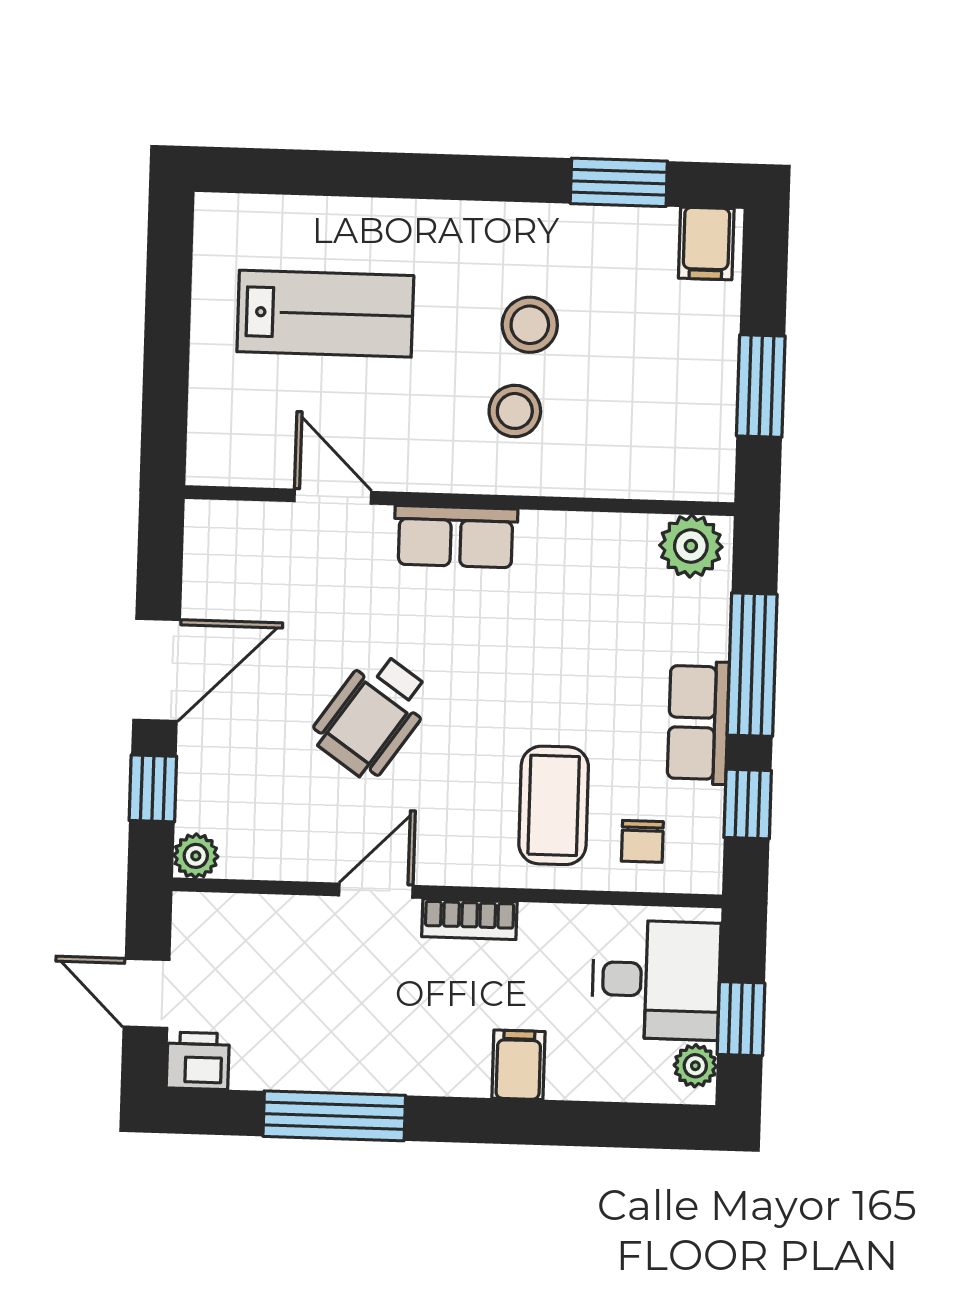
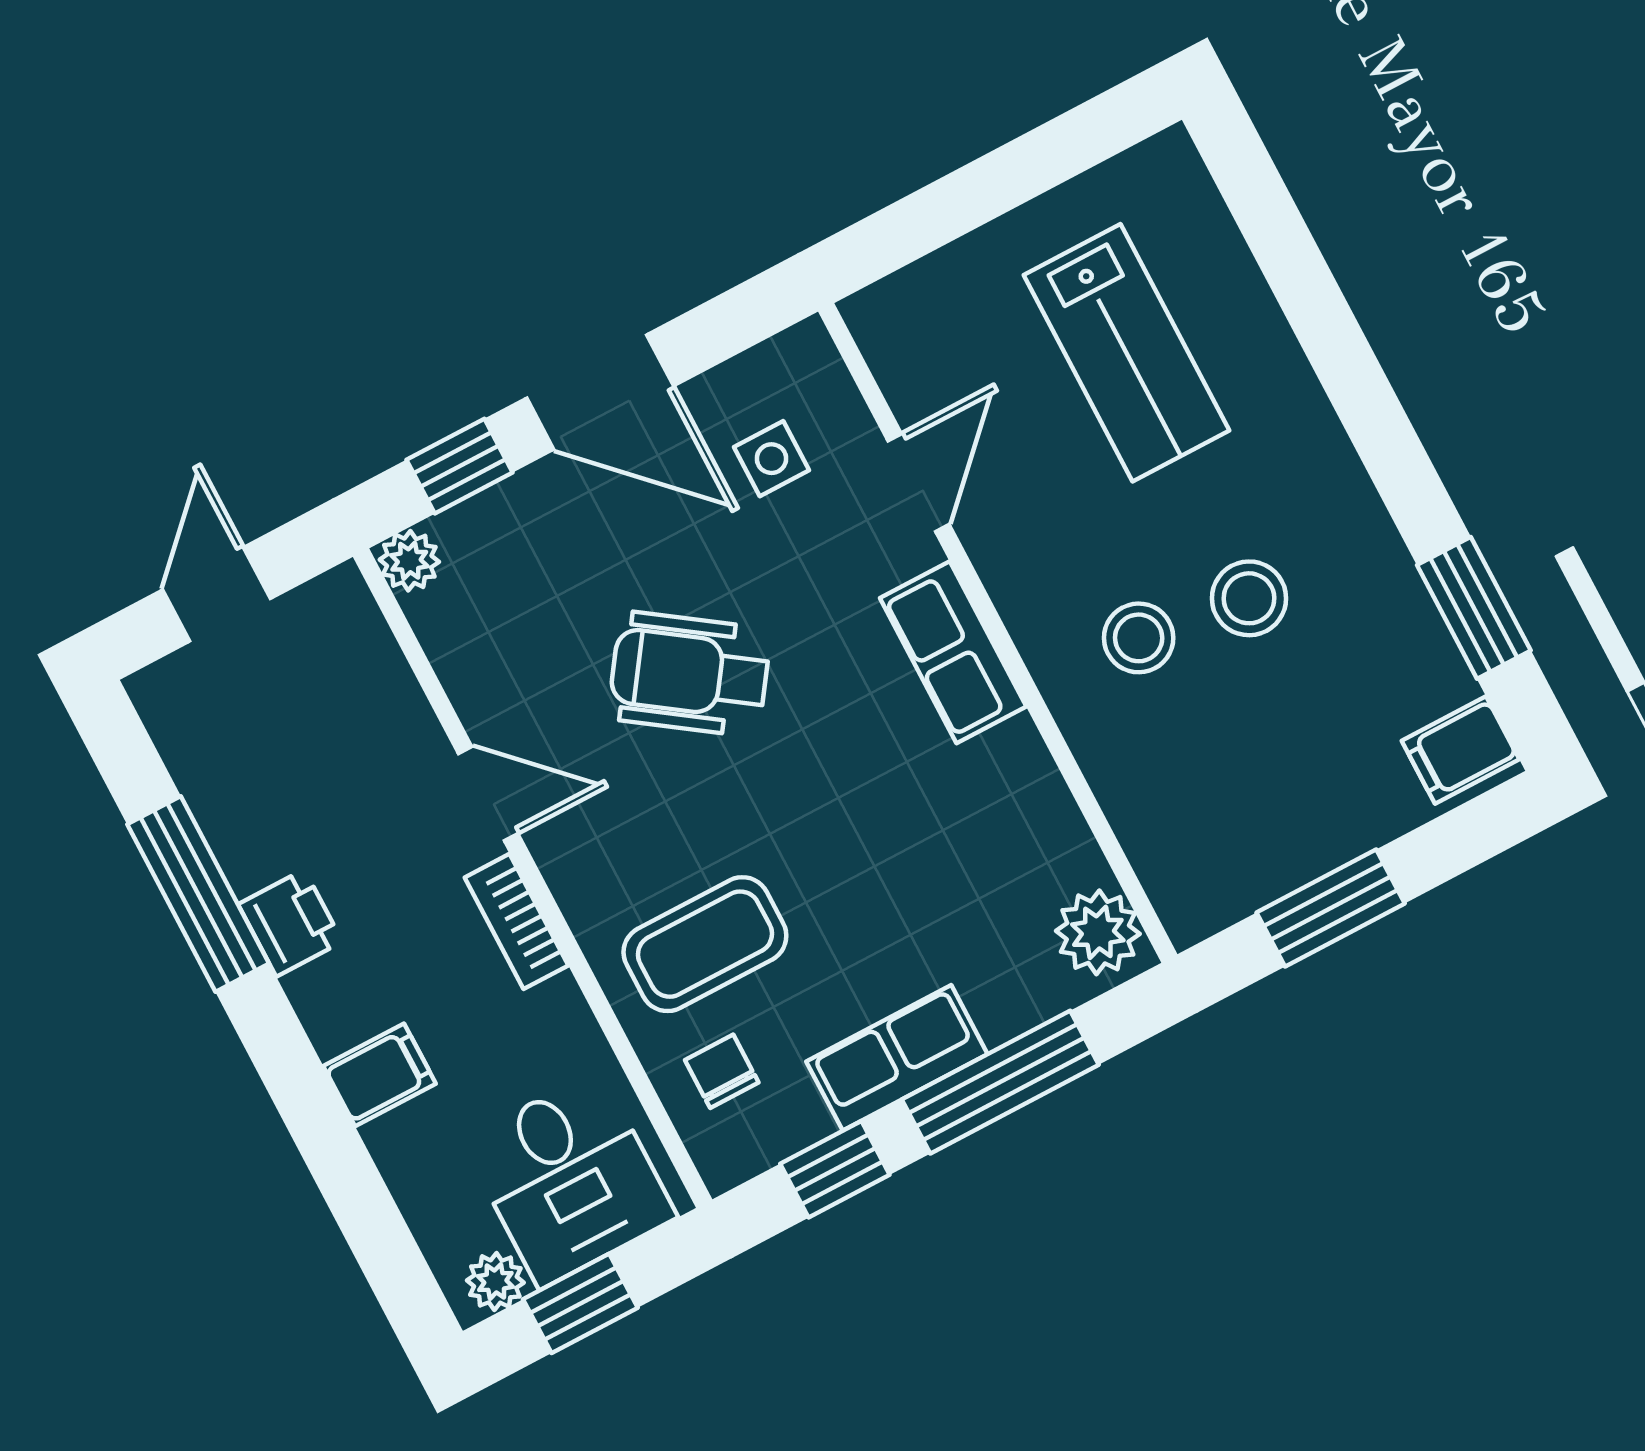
side table: (263, 583) -> (771, 459), added
chair: (642, 841) -> (722, 1071), turned 90
printer: (198, 1061) -> (290, 923), moved

